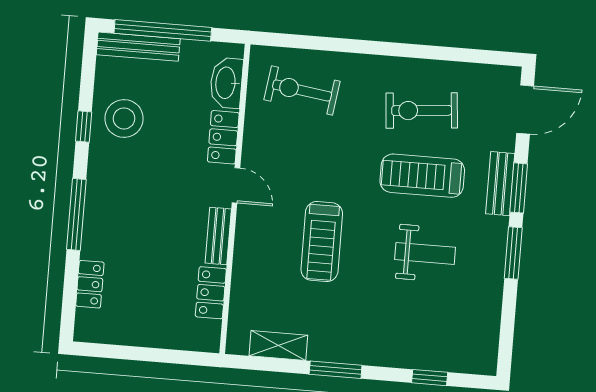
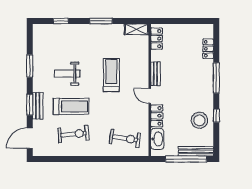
window: (513, 253) -> (30, 66), moved
locker: (211, 293) -> (157, 39), moved
shelving: (278, 345) -> (136, 29), moved

